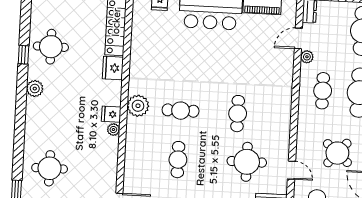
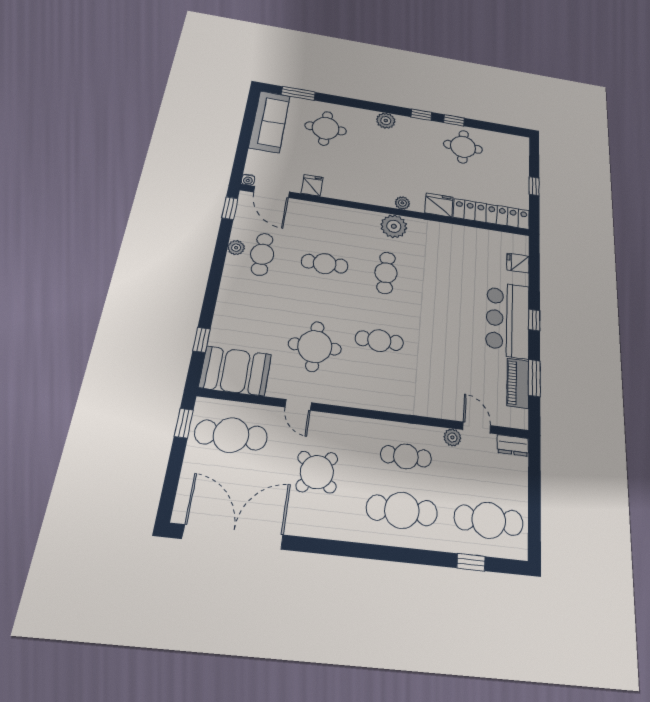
window: (22, 85) -> (421, 115), added
plant: (35, 89) -> (386, 121), moved
fridge: (111, 114) -> (312, 185), moved
plant: (113, 130) -> (402, 203), moved
door: (291, 170) -> (298, 405), hinge flipped

